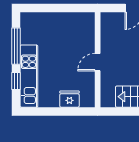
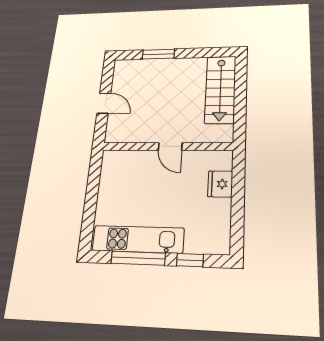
kitchen unit: (29, 76) -> (138, 239), moved

